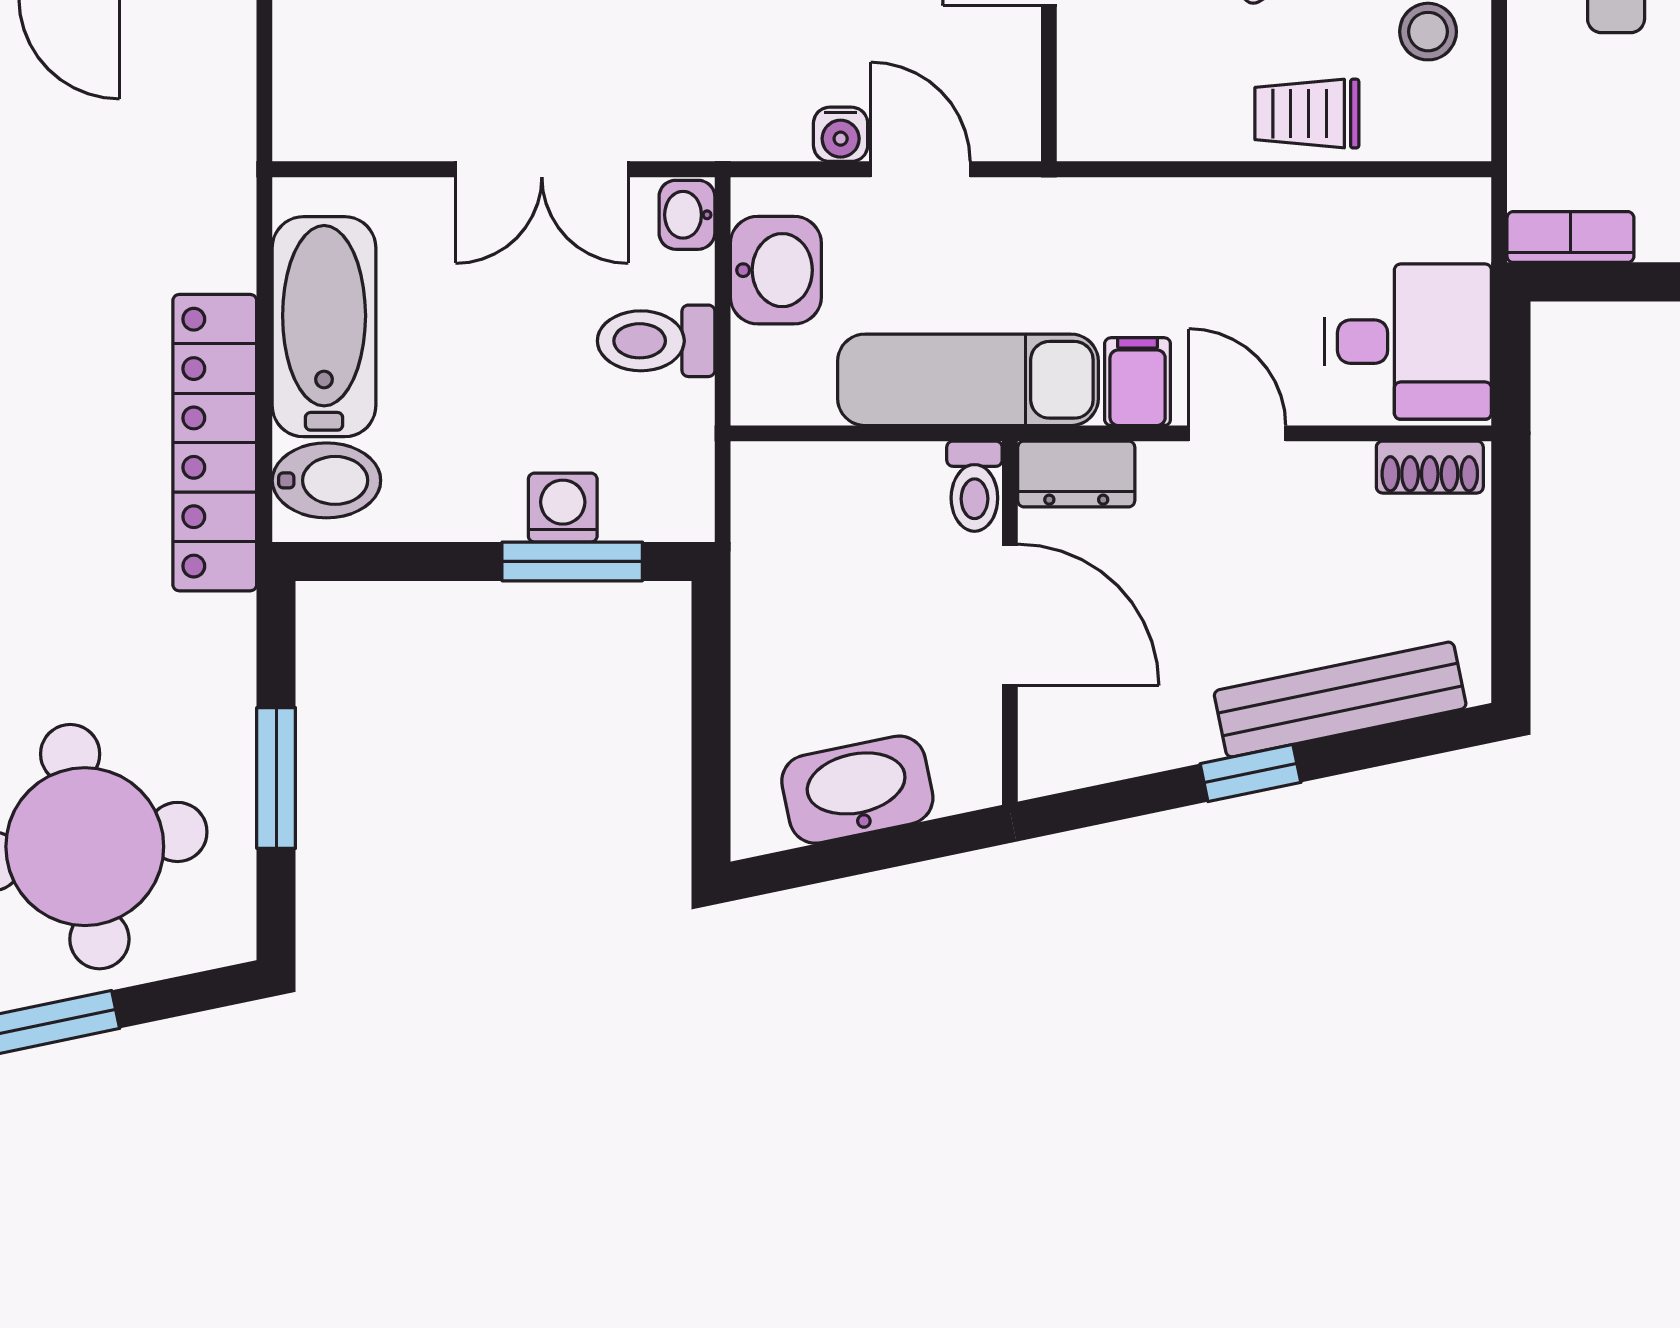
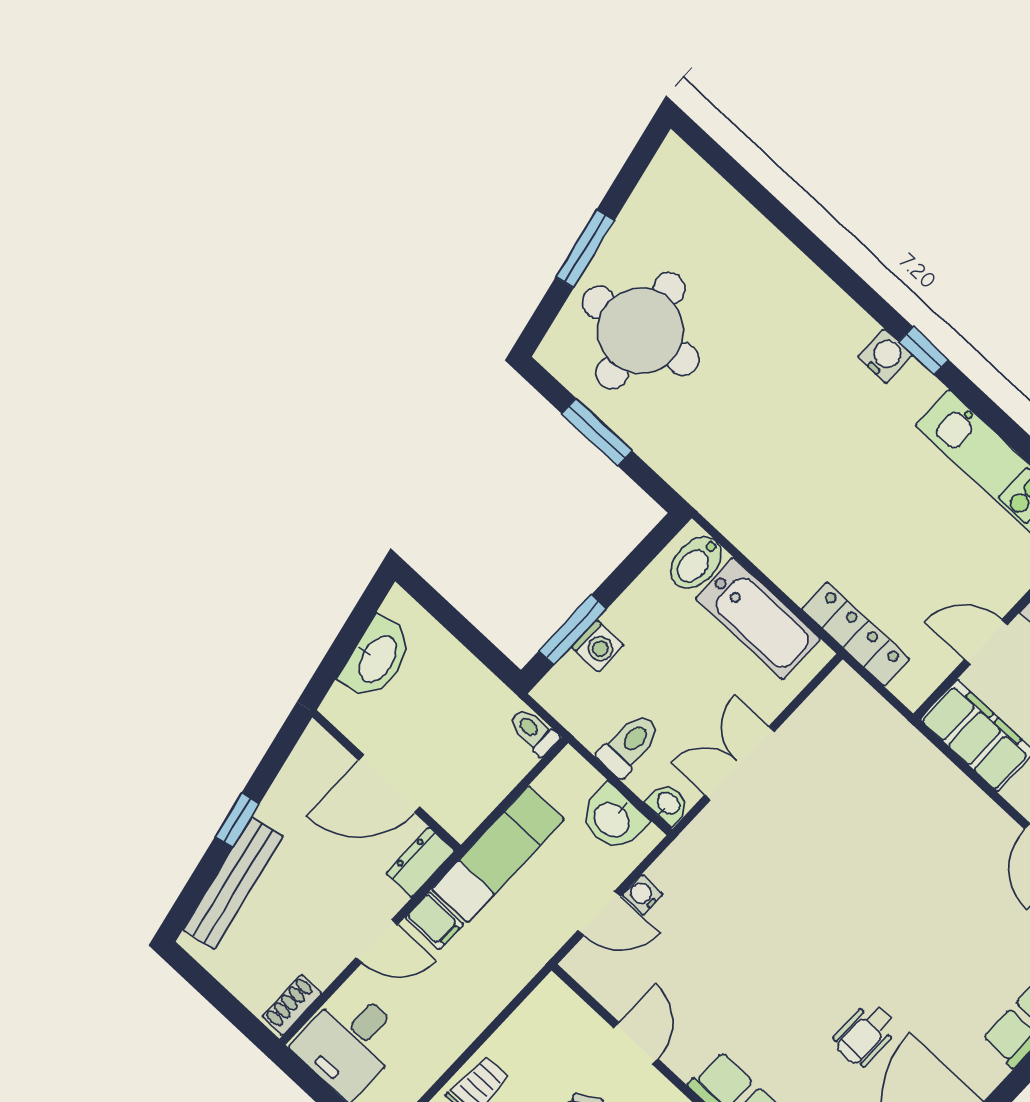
locker: (215, 443) -> (856, 634), moved, width x0.71, depth x0.83
toilet: (974, 486) -> (534, 731), moved

